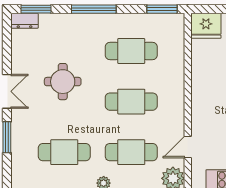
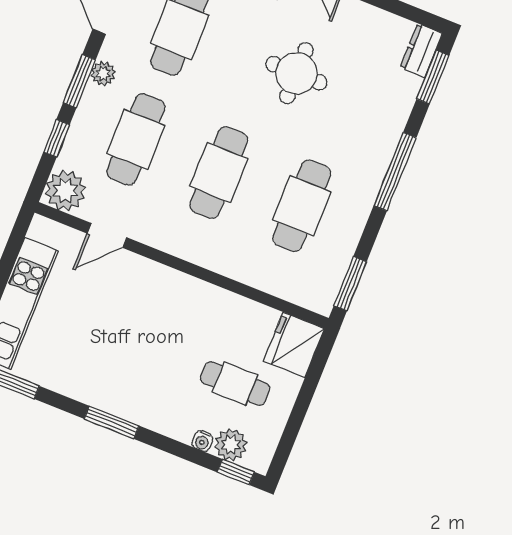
door: (188, 147) -> (107, 235), swing flipped

